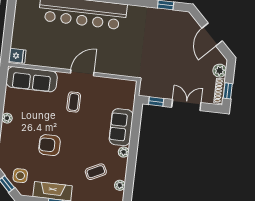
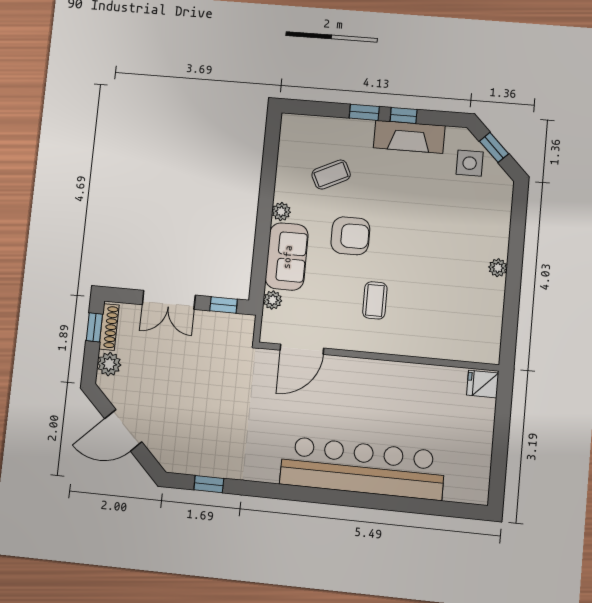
door: (212, 35) -> (123, 430), swing flipped
door: (82, 73) -> (302, 349), moved
sofa: (32, 79) -> (454, 341), removed
armchair: (50, 145) -> (350, 236), moved
plant: (120, 185) -> (273, 300), moved

